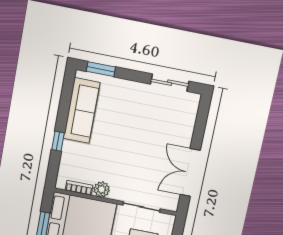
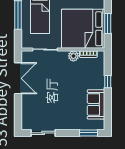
sofa: (82, 110) -> (96, 104), width x0.73

